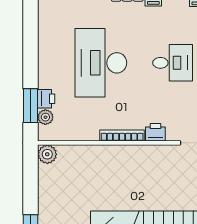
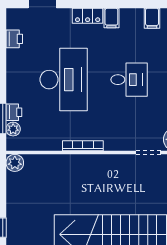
desk: (101, 63) -> (64, 80), turned 180
printer: (155, 132) -> (14, 39), moved, turned 90

